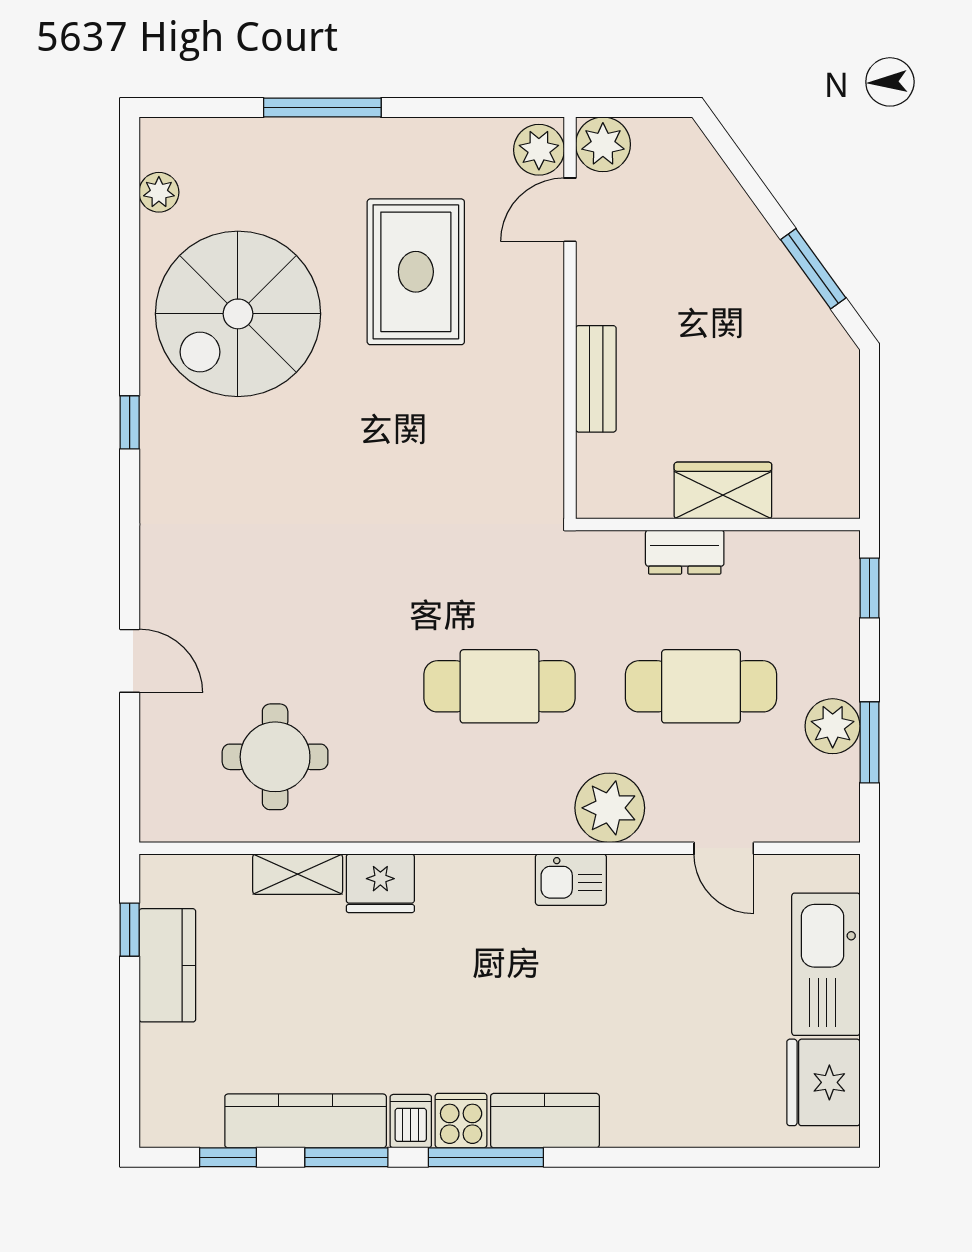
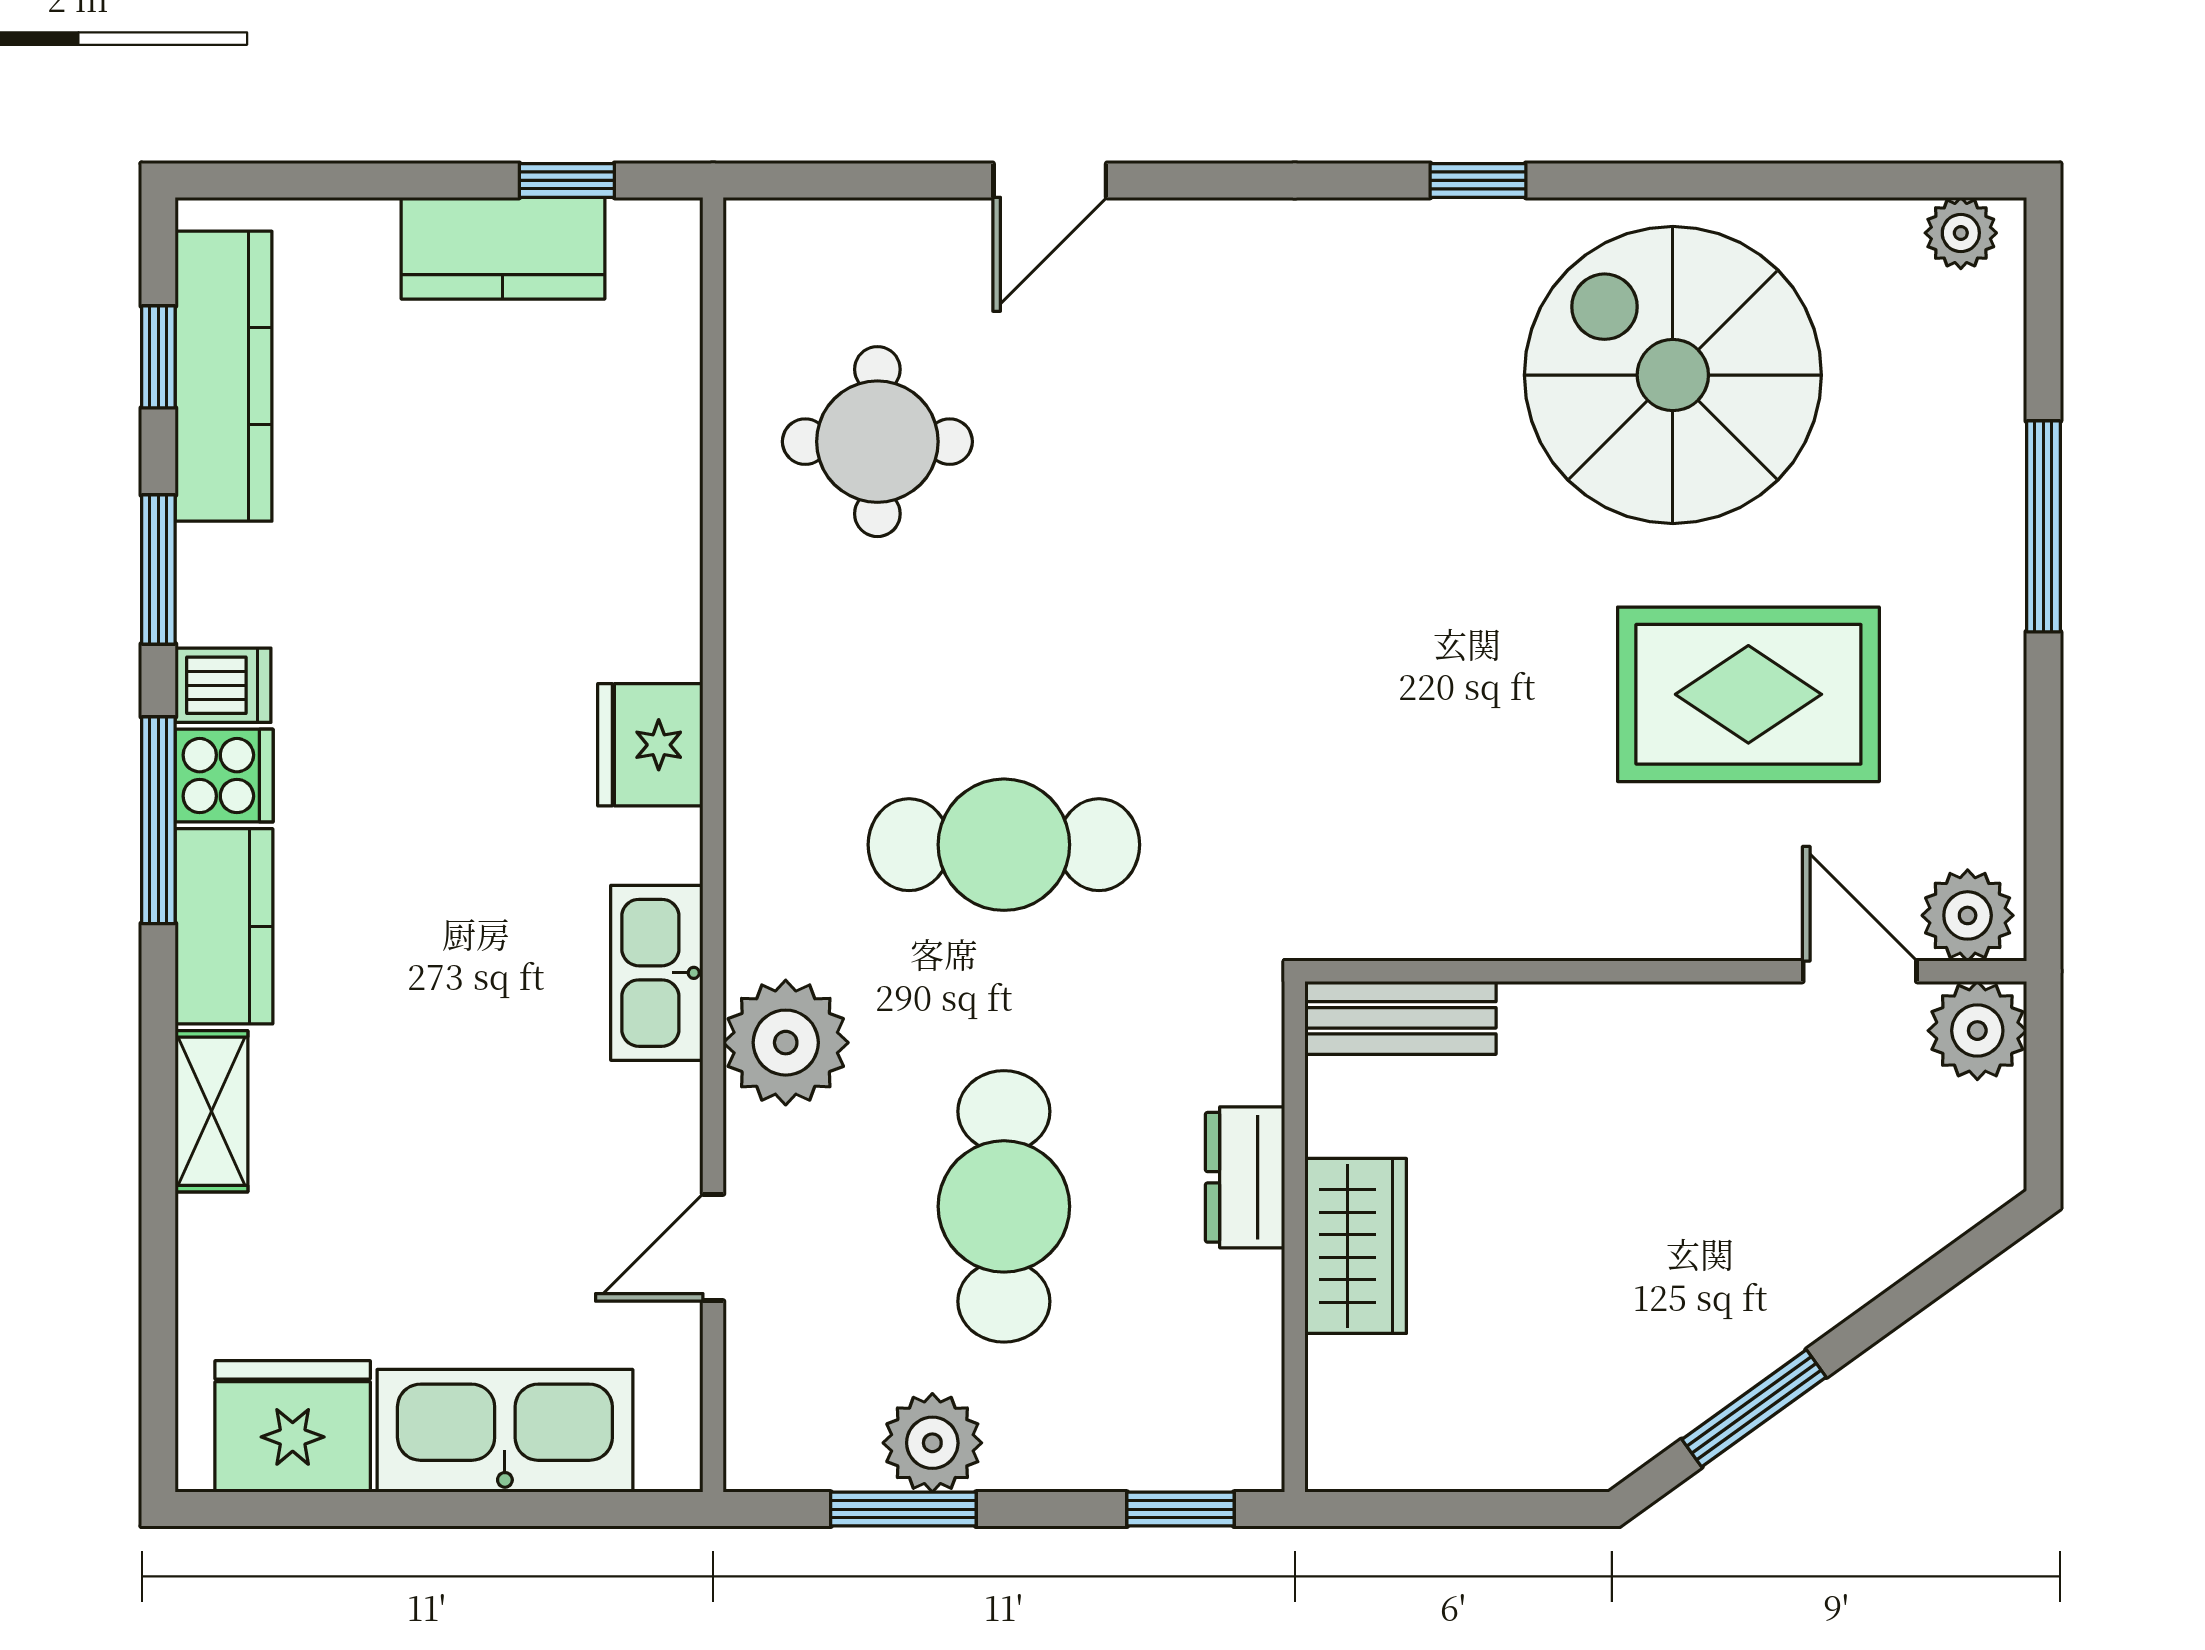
plant: (159, 192) -> (1961, 233), moved
bench: (596, 379) -> (1400, 1018), moved
cafe table: (500, 686) -> (1004, 845), turned 90
shelving: (298, 874) -> (211, 1111), moved
kitchen sink: (571, 880) -> (657, 973), width x1.38
fridge: (380, 883) -> (650, 745), moved
kitchen counter: (306, 1121) -> (224, 376), moved

